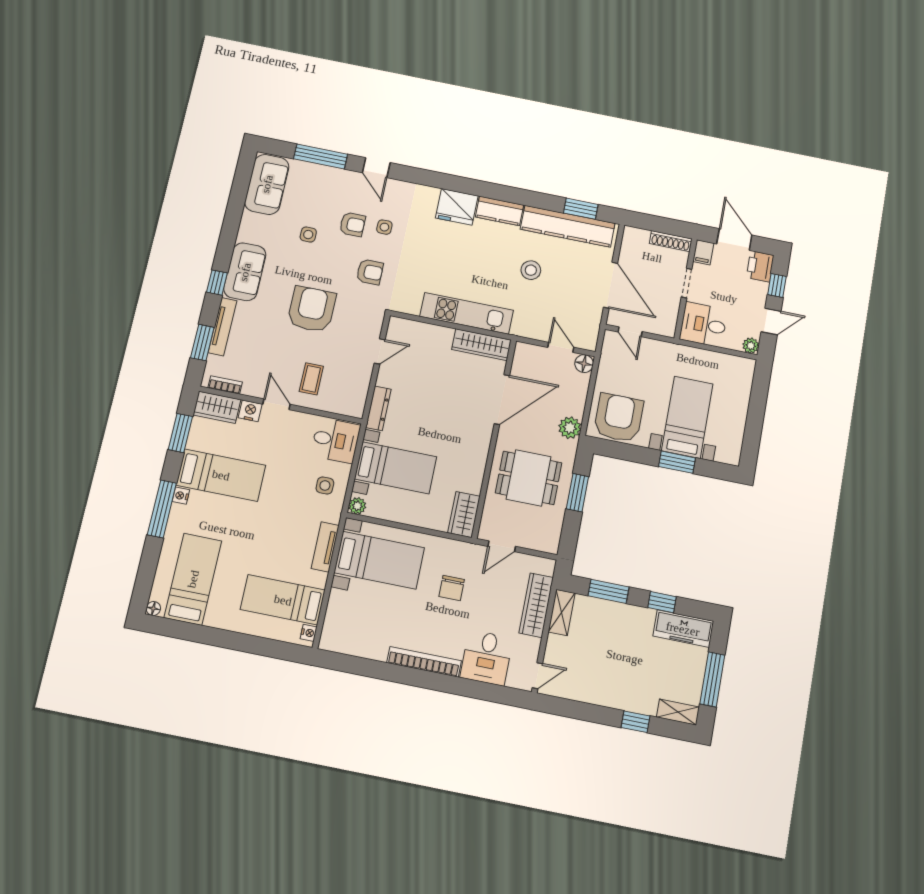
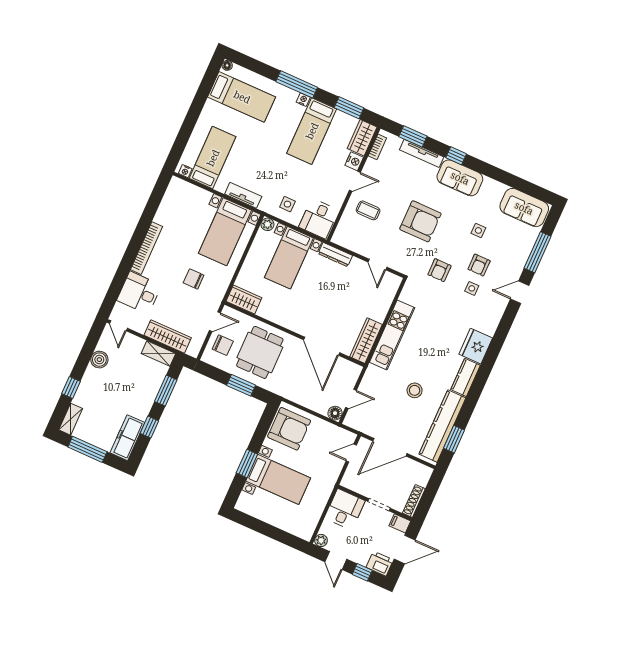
plant: (570, 428) -> (290, 391), removed
chair: (531, 529) -> (223, 345), added
door: (502, 546) -> (215, 322), swing flipped
boiler: (589, 691) -> (99, 360), added

